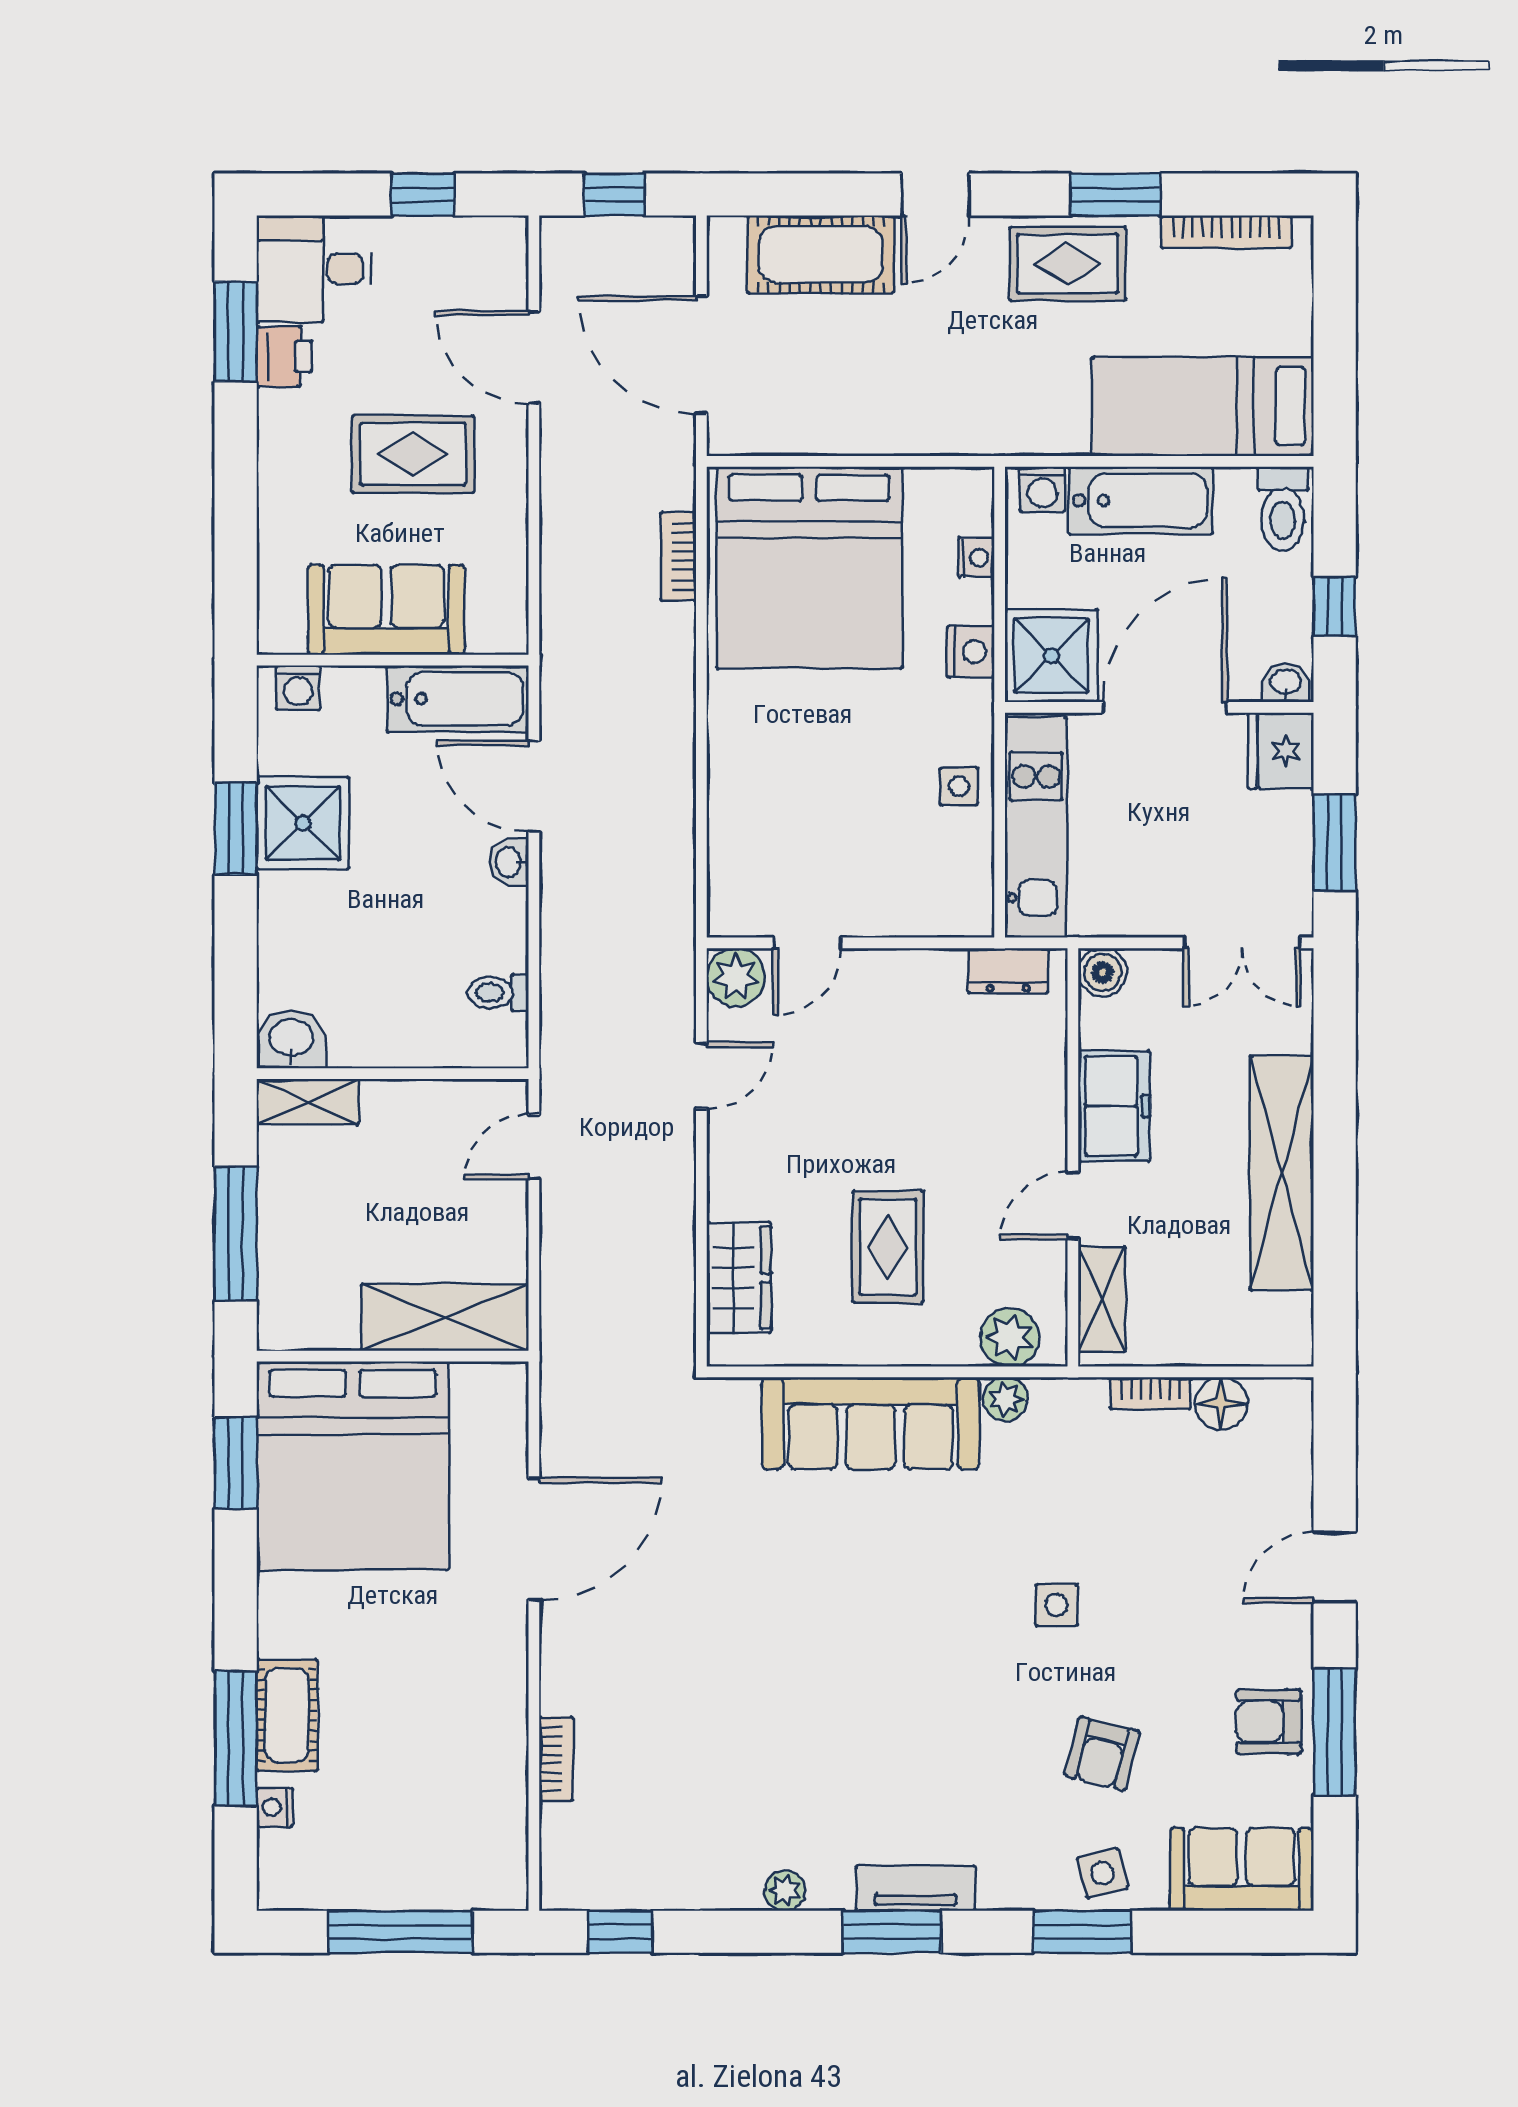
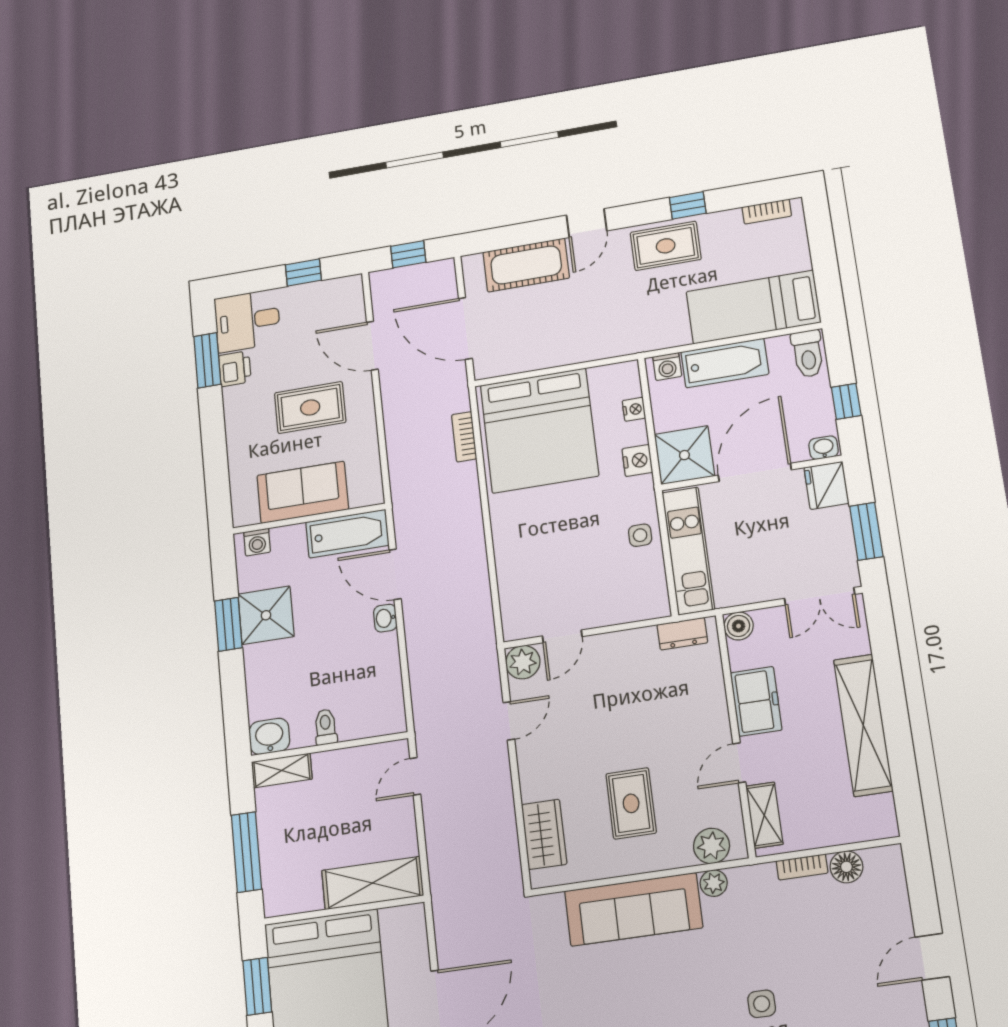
window: (1115, 194) -> (688, 205), width x0.67
bookcase: (1226, 232) -> (767, 211), width x0.64
toilet: (498, 993) -> (326, 727), moved, turned 90

